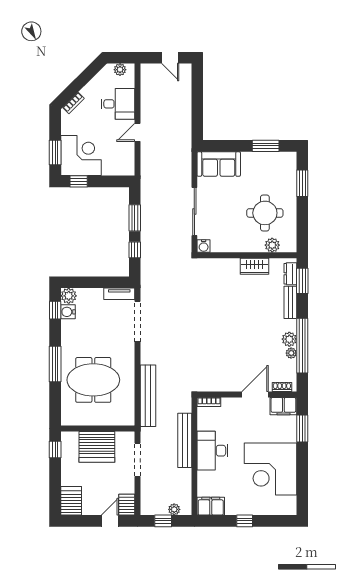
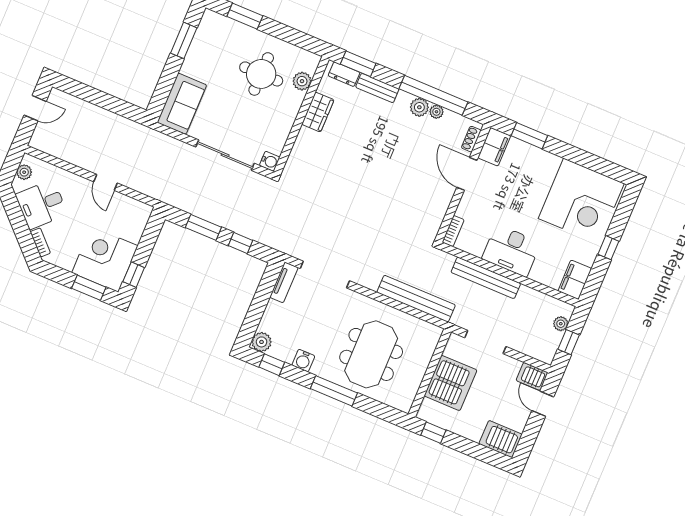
desk: (118, 104) -> (41, 204), moved, turned -135
water cooler: (68, 312) -> (303, 361), moved
corner desk: (270, 469) -> (581, 201), moved

